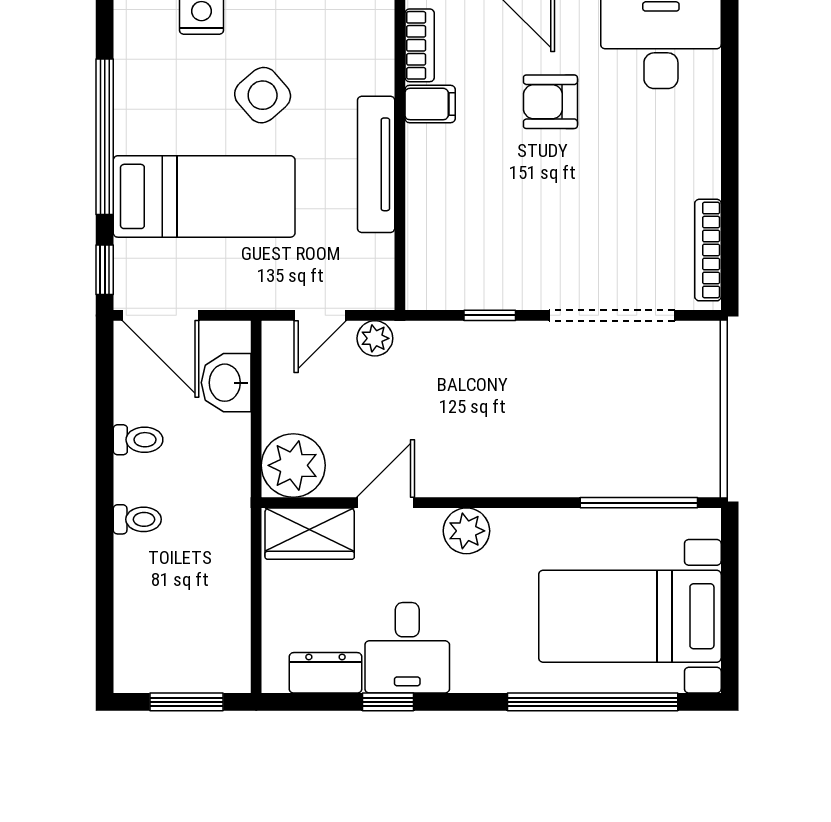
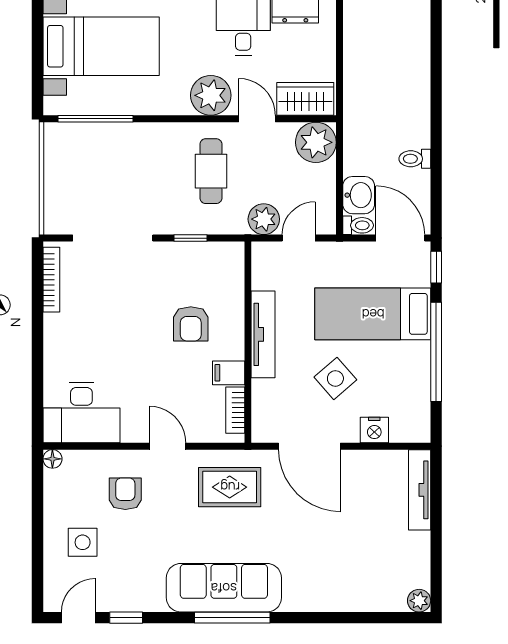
armchair: (550, 102) -> (191, 324), moved, turned 90
plant: (375, 338) -> (264, 219), width x1.38, depth x1.38
cafe table: (458, 420) -> (211, 171), added
door: (386, 503) -> (257, 119), swing flipped
toilet: (137, 519) -> (358, 225), moved, turned 180
plant: (466, 531) -> (211, 95), width x1.36, depth x1.36

